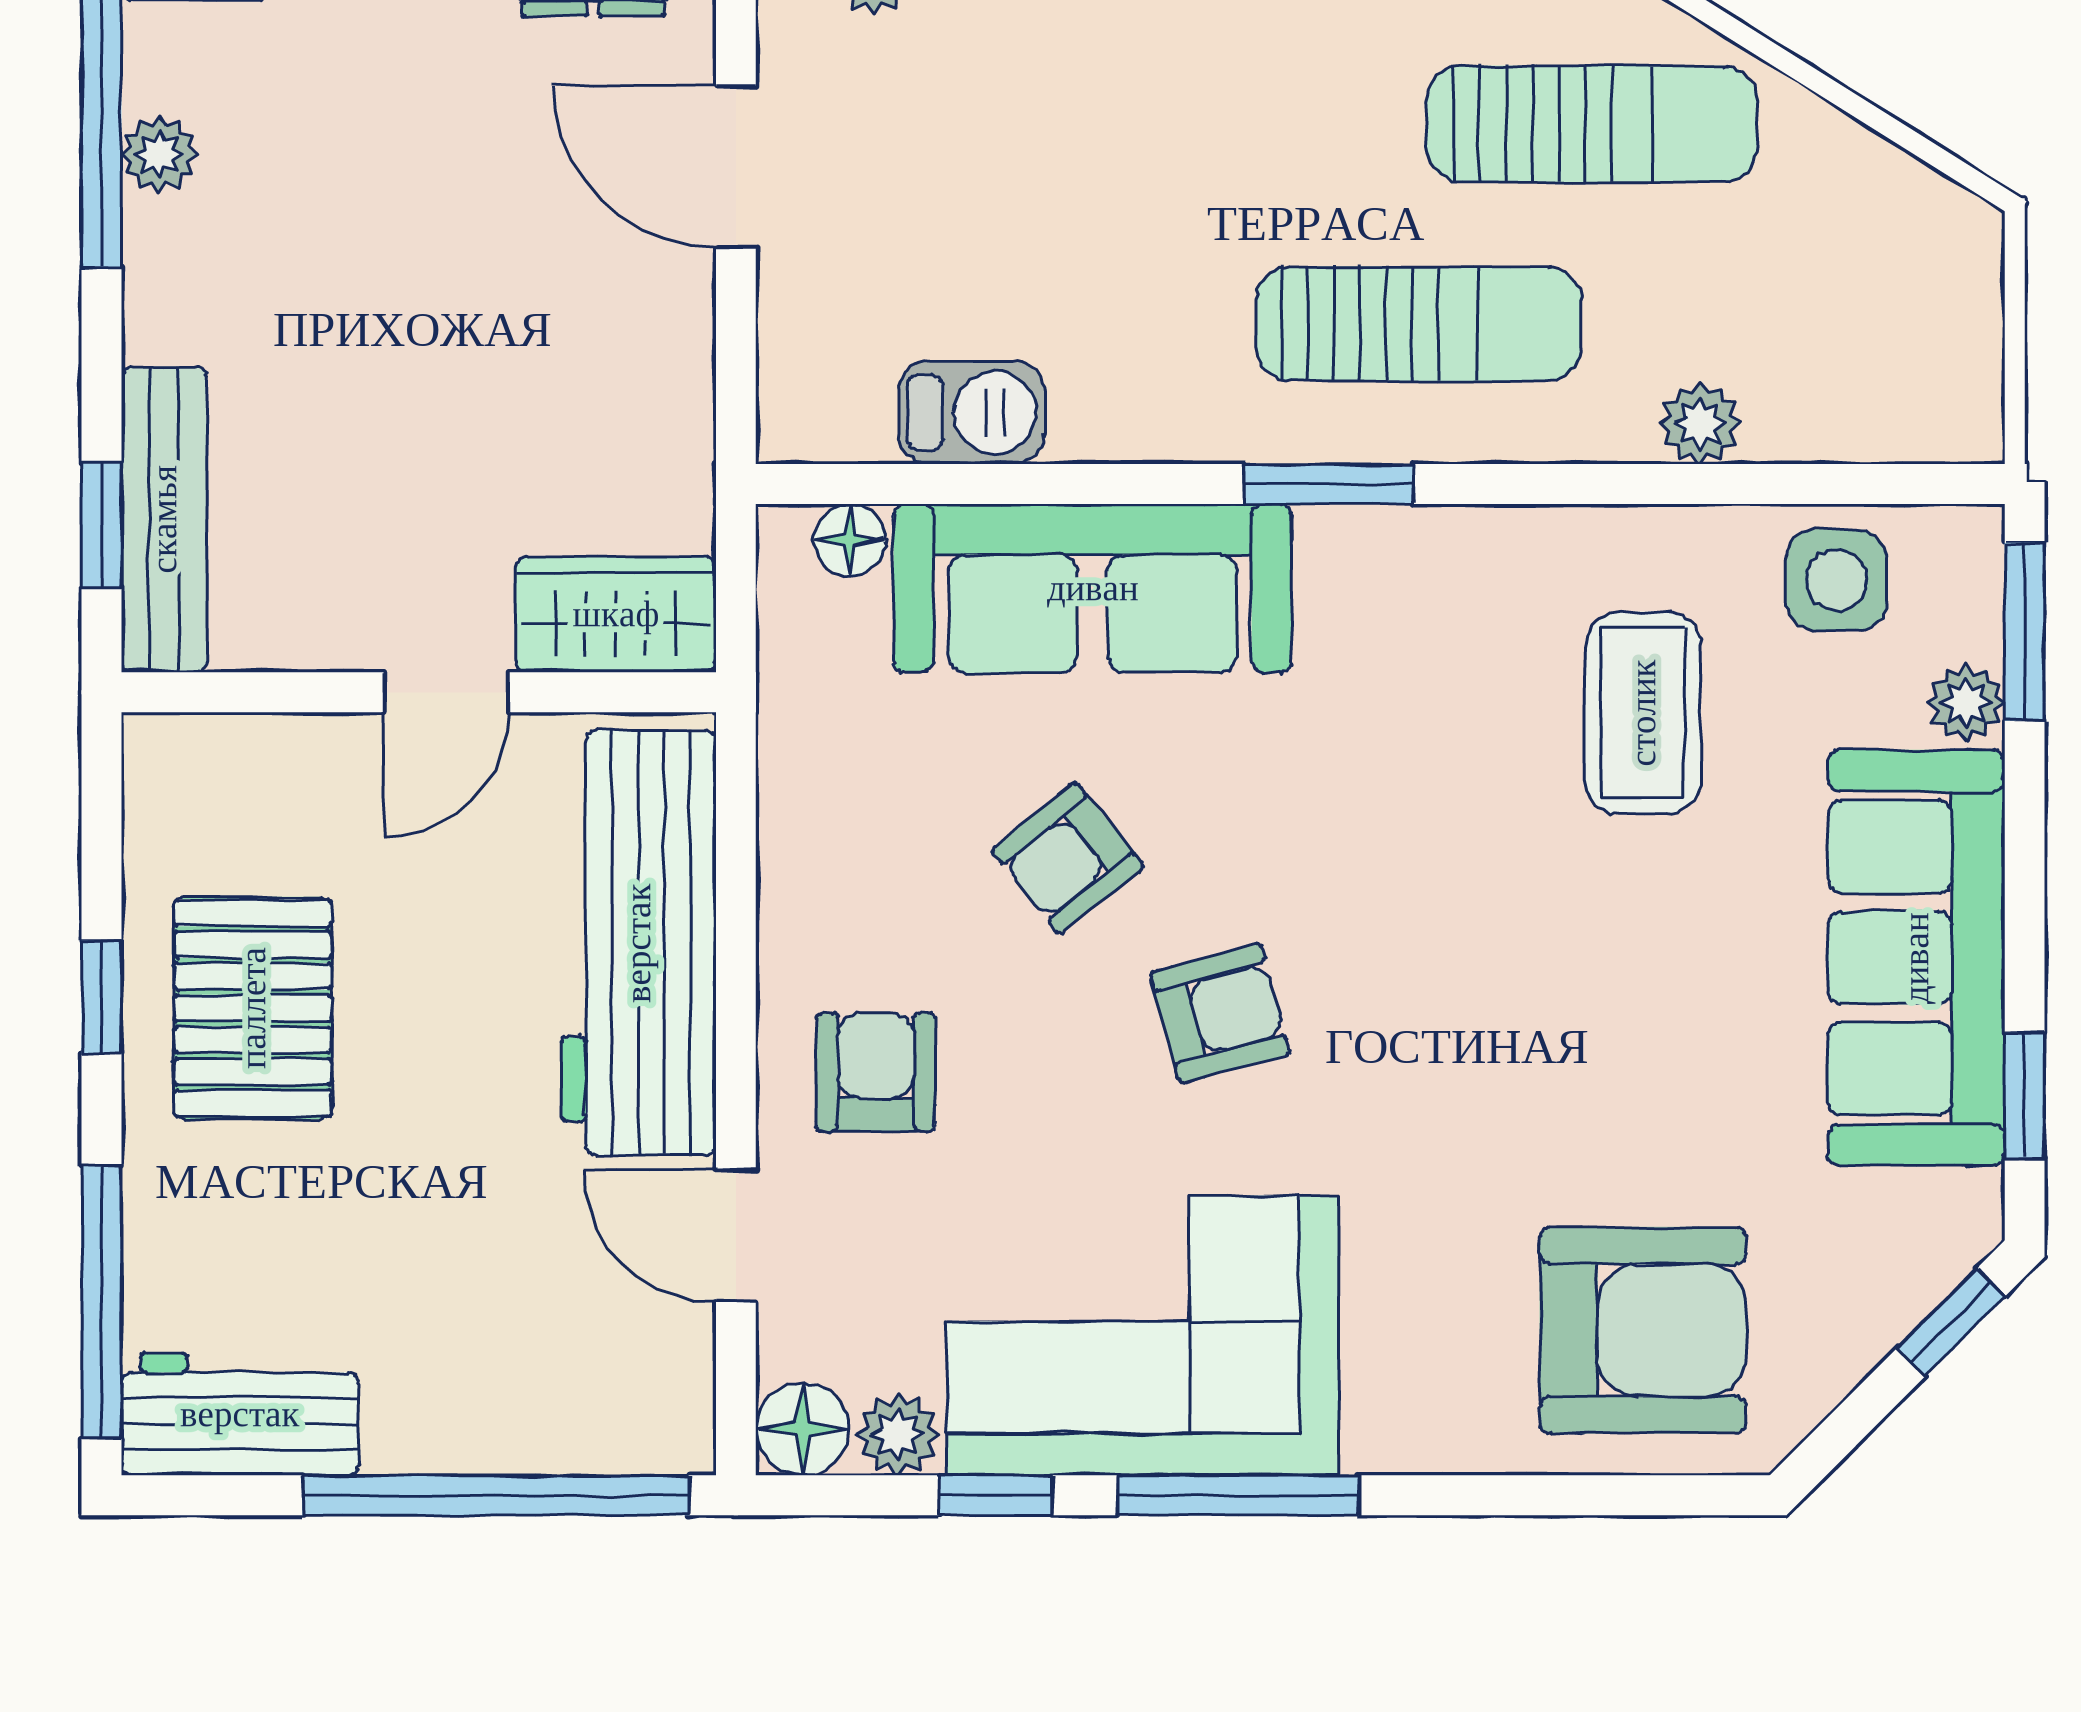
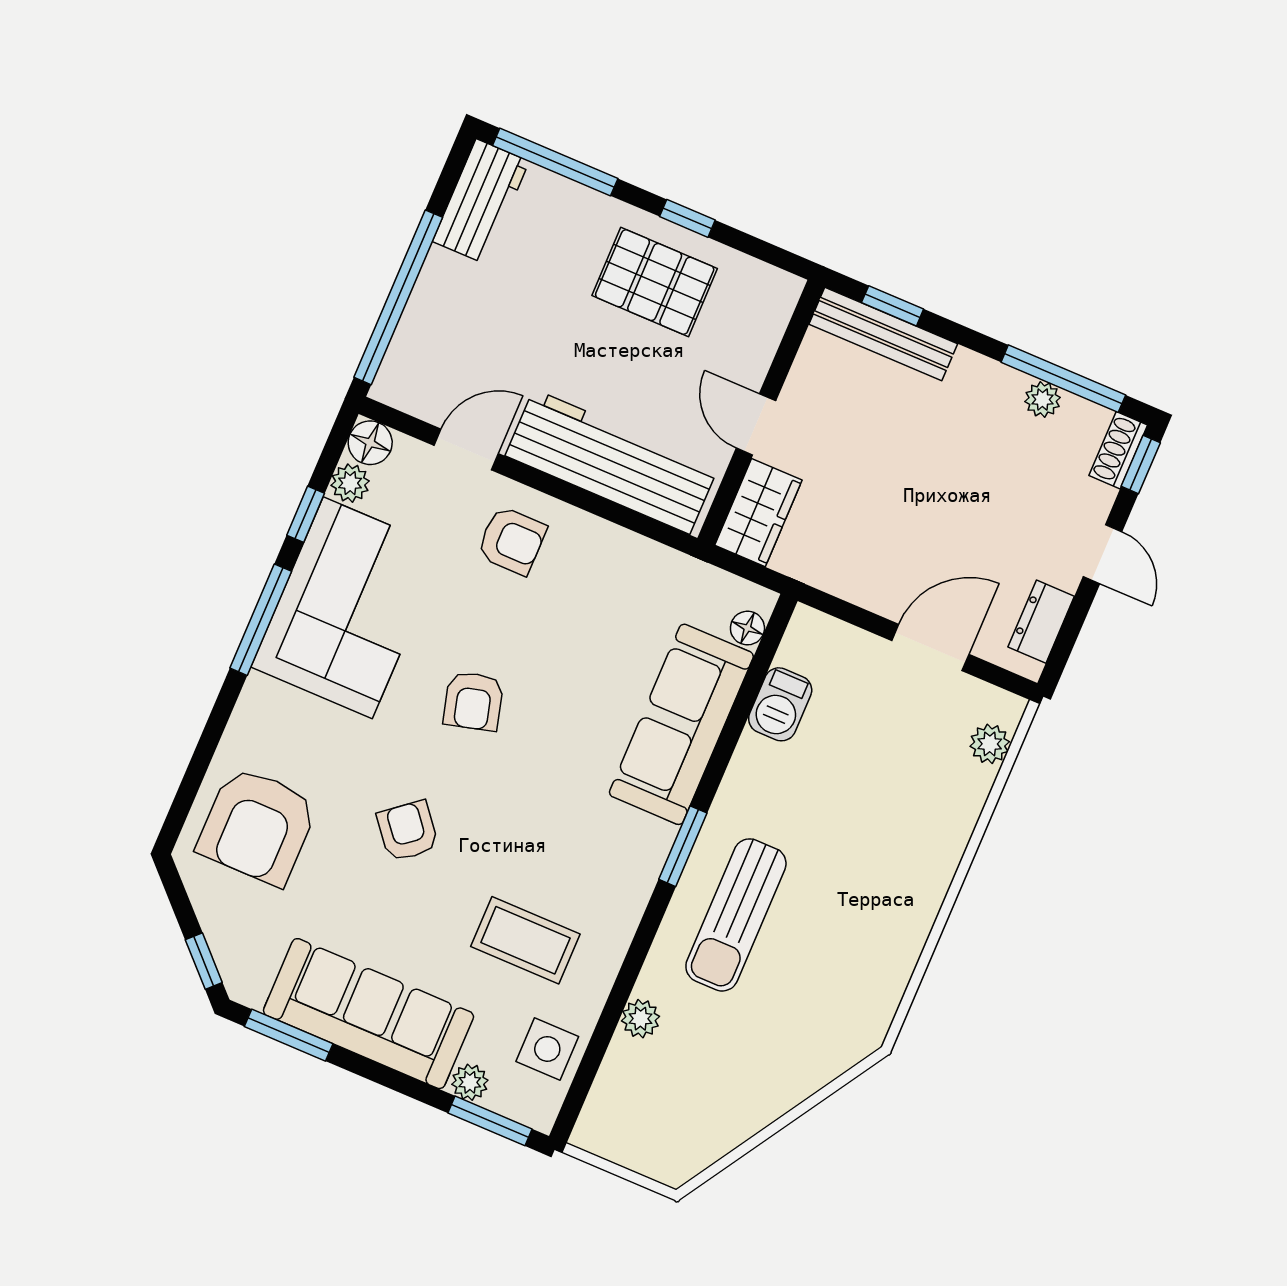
sun lounger: (1592, 124) -> (791, 1027), removed
armchair: (1068, 858) -> (408, 831), moved
window: (2025, 1095) -> (289, 1035), width x1.50

